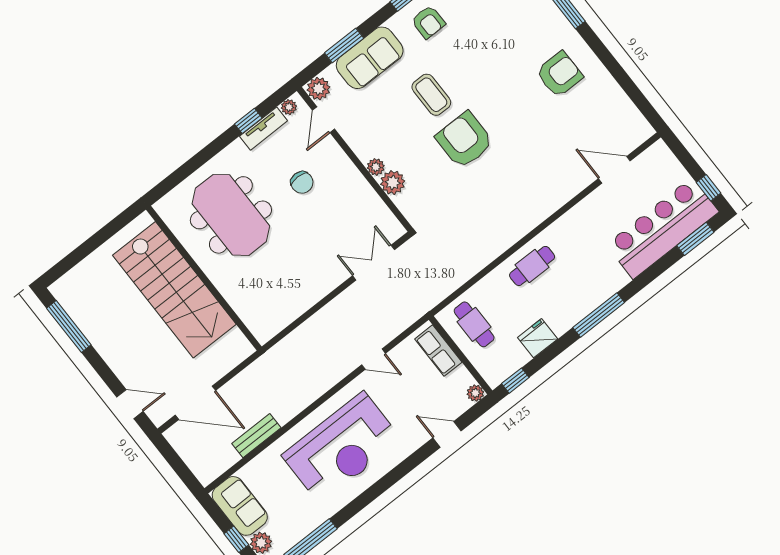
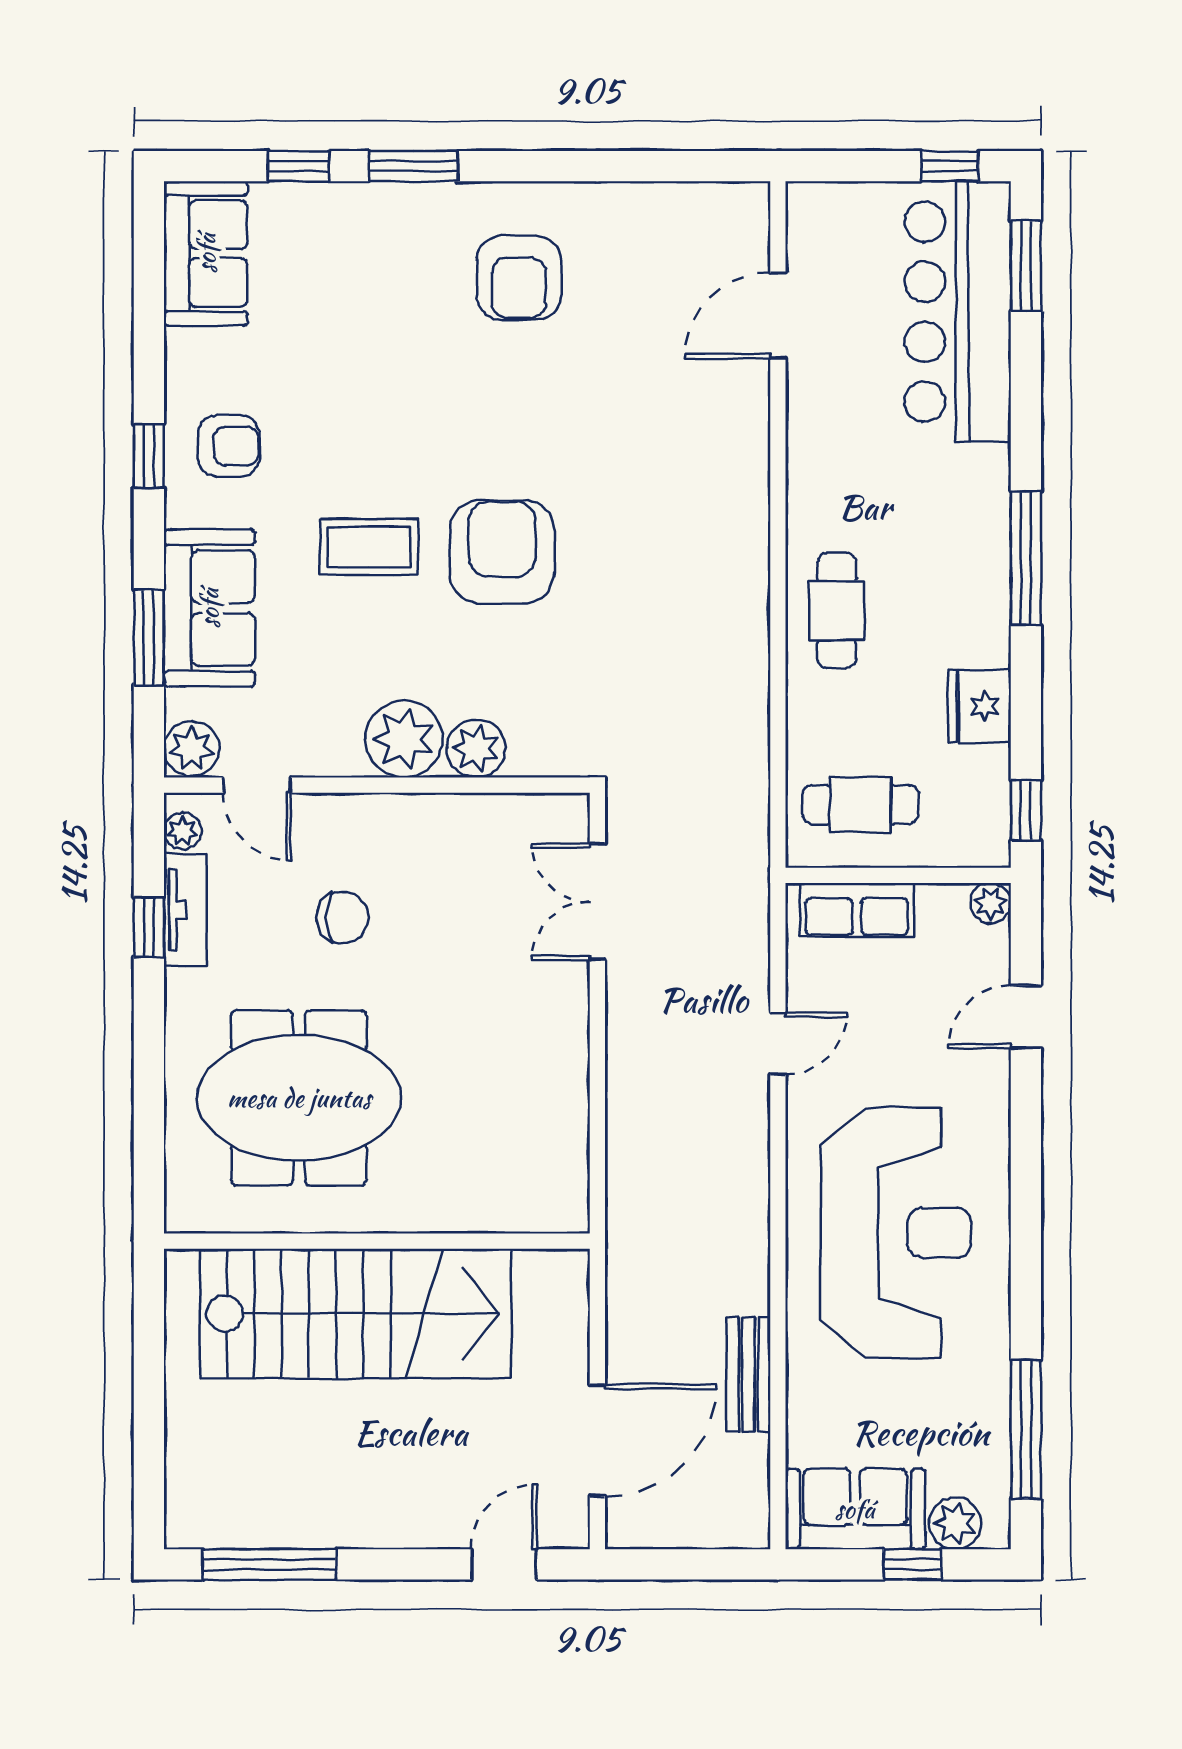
armchair: (559, 74) -> (519, 278), turned 180
armchair: (464, 140) -> (502, 552), turned 90
plant: (376, 167) -> (404, 739), width x1.88, depth x1.88

